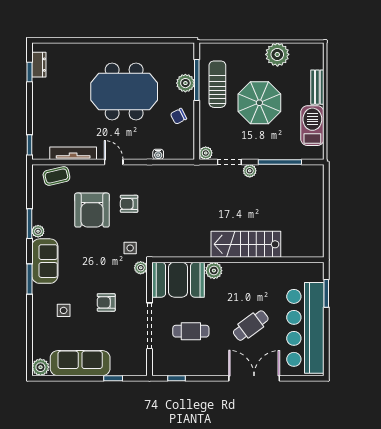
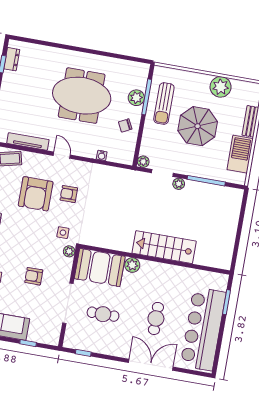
sun lounger: (217, 84) -> (164, 104), turned 180
cafe table: (251, 326) -> (156, 318), turned -53

